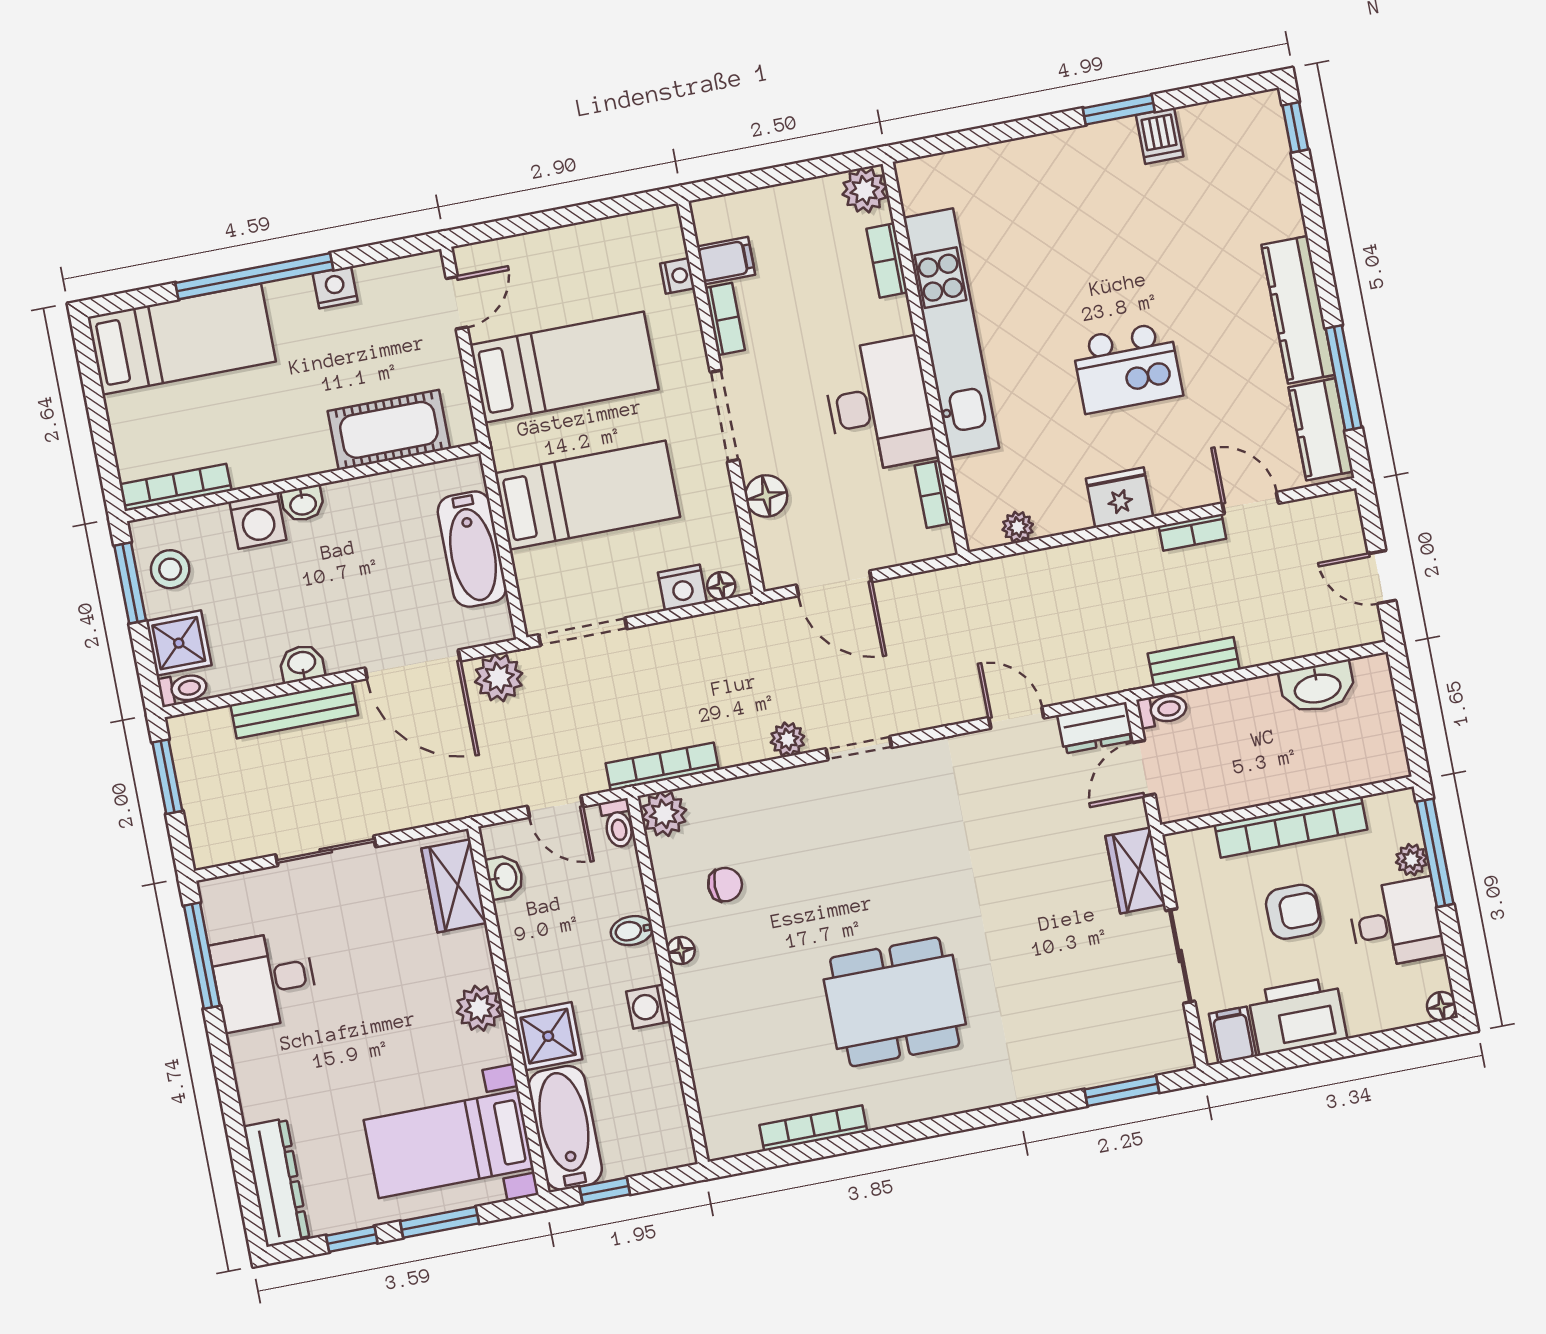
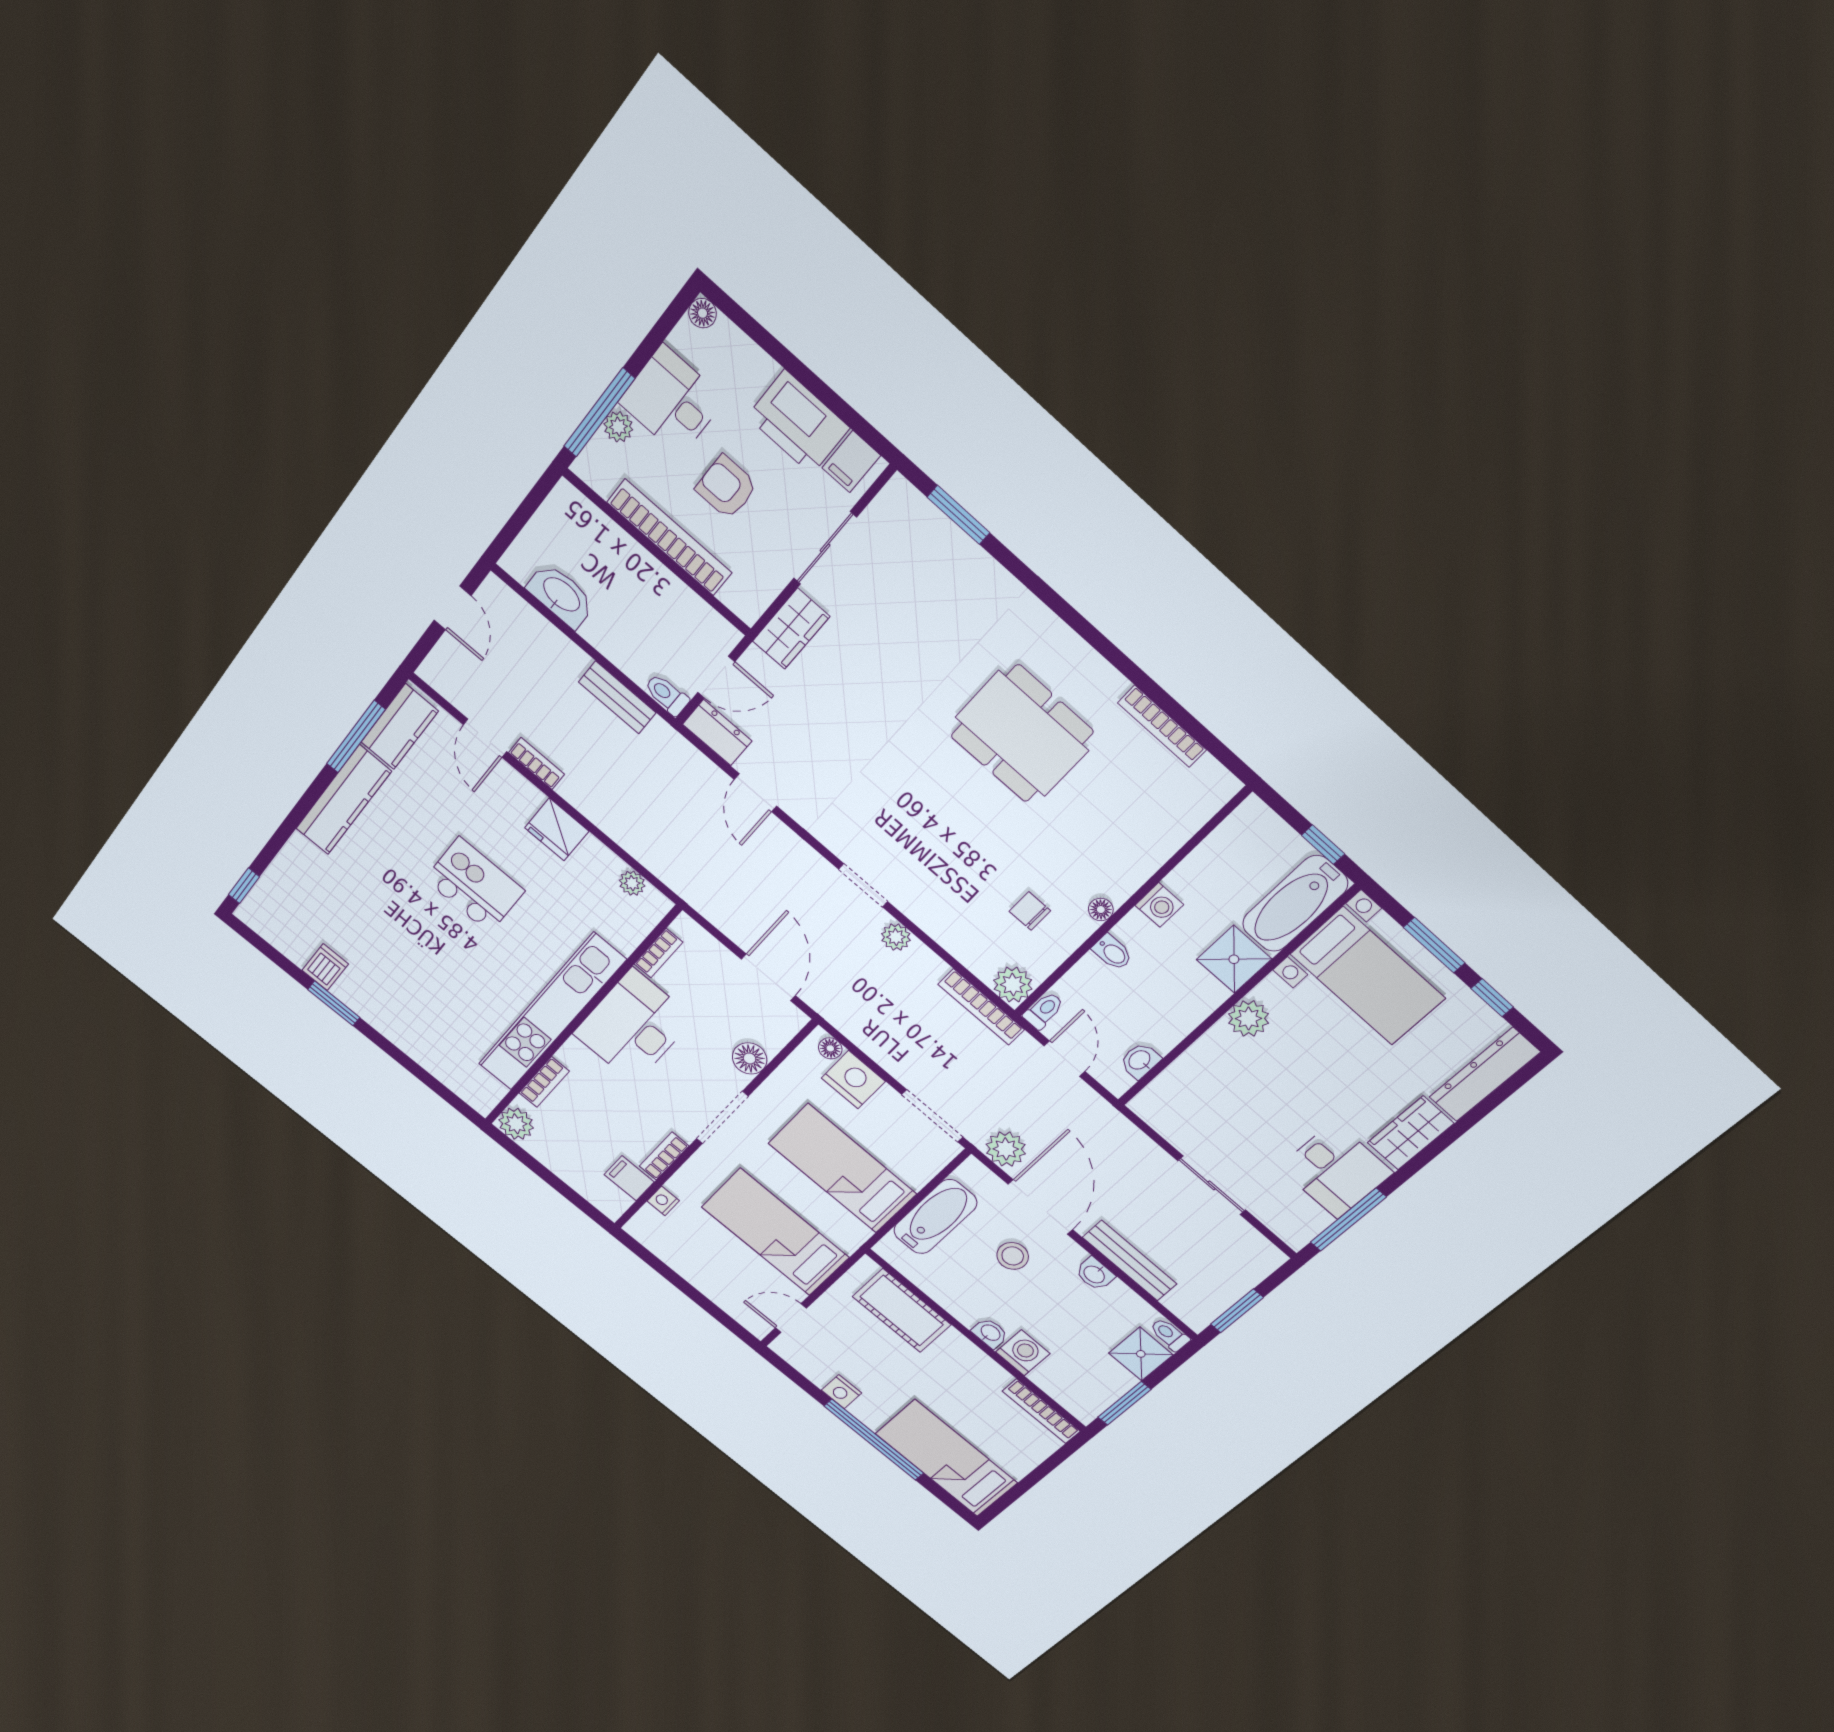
stool: (170, 569) -> (1013, 1256), moved
nightstand: (682, 588) -> (853, 1080), width x1.36, depth x1.33
wardrobe: (454, 886) -> (1410, 1133), moved, turned 180

